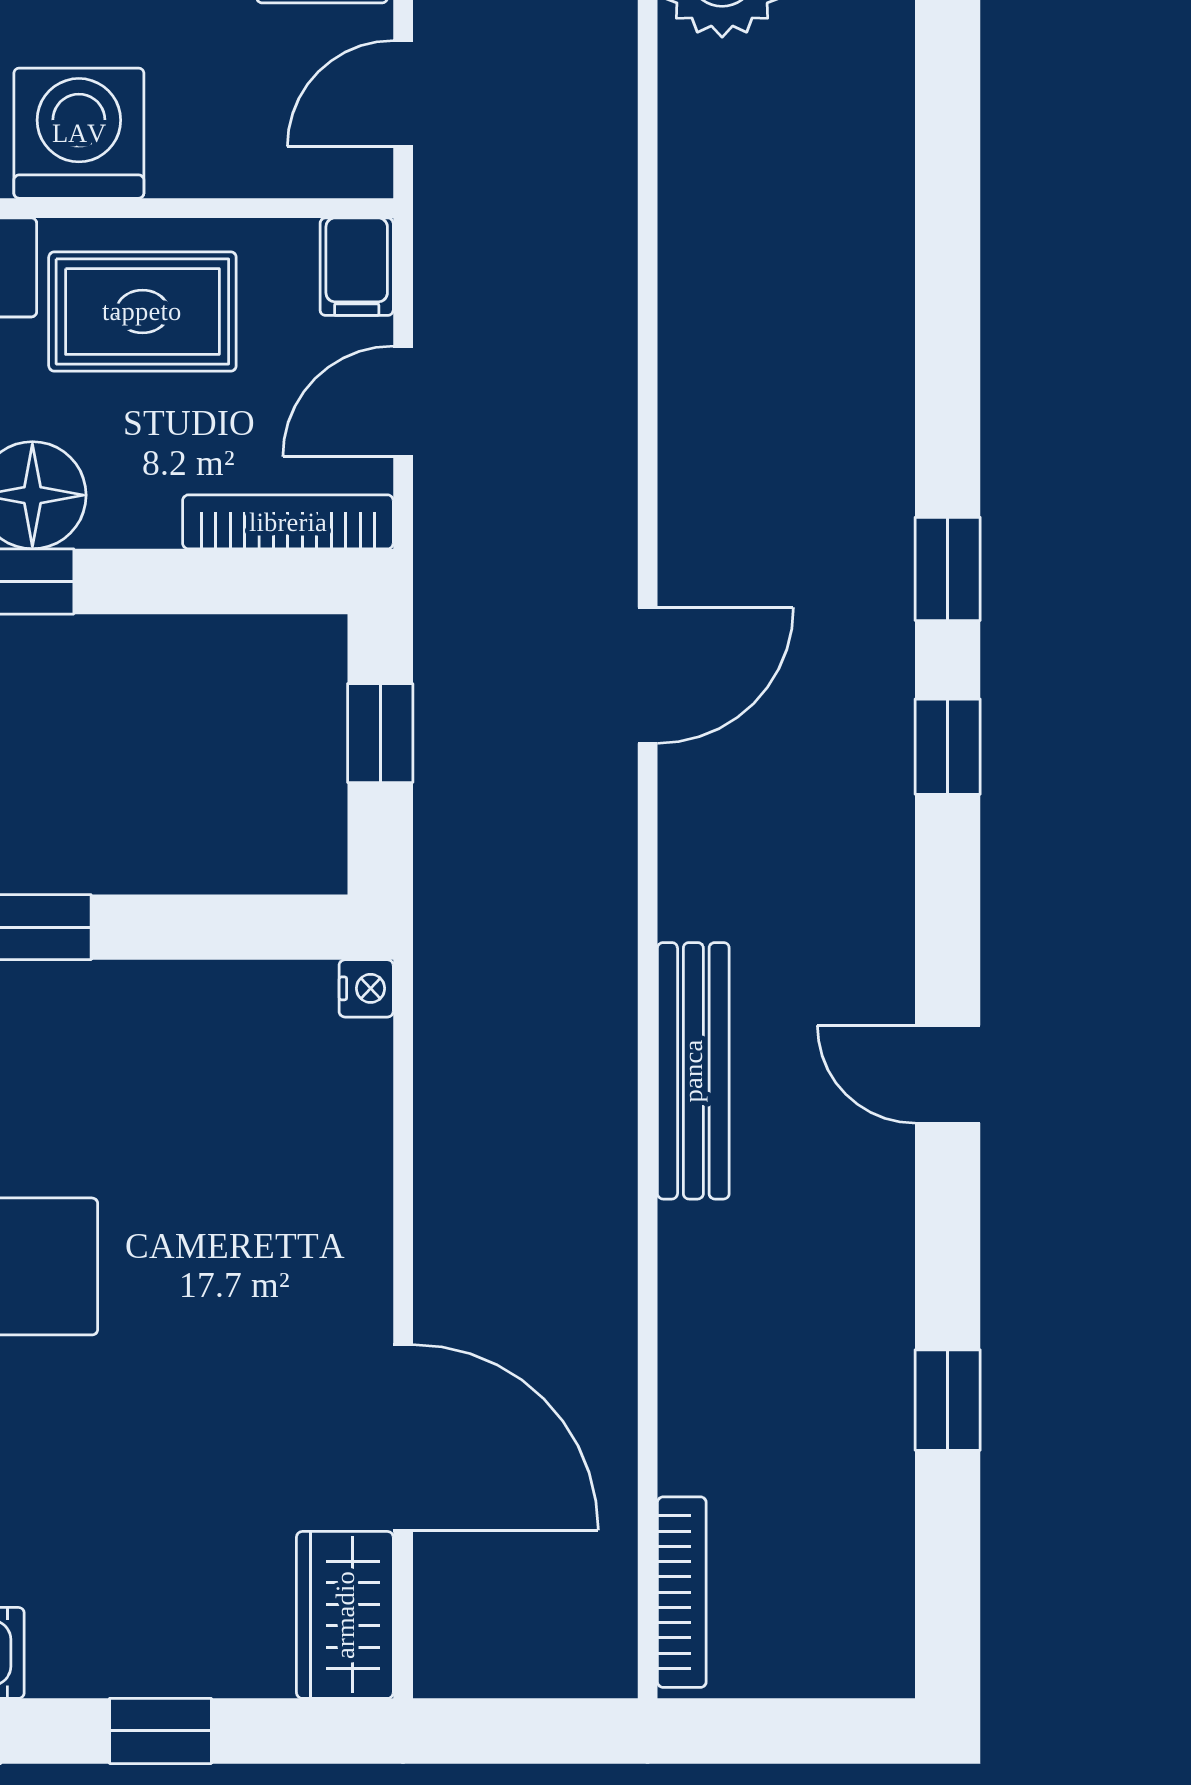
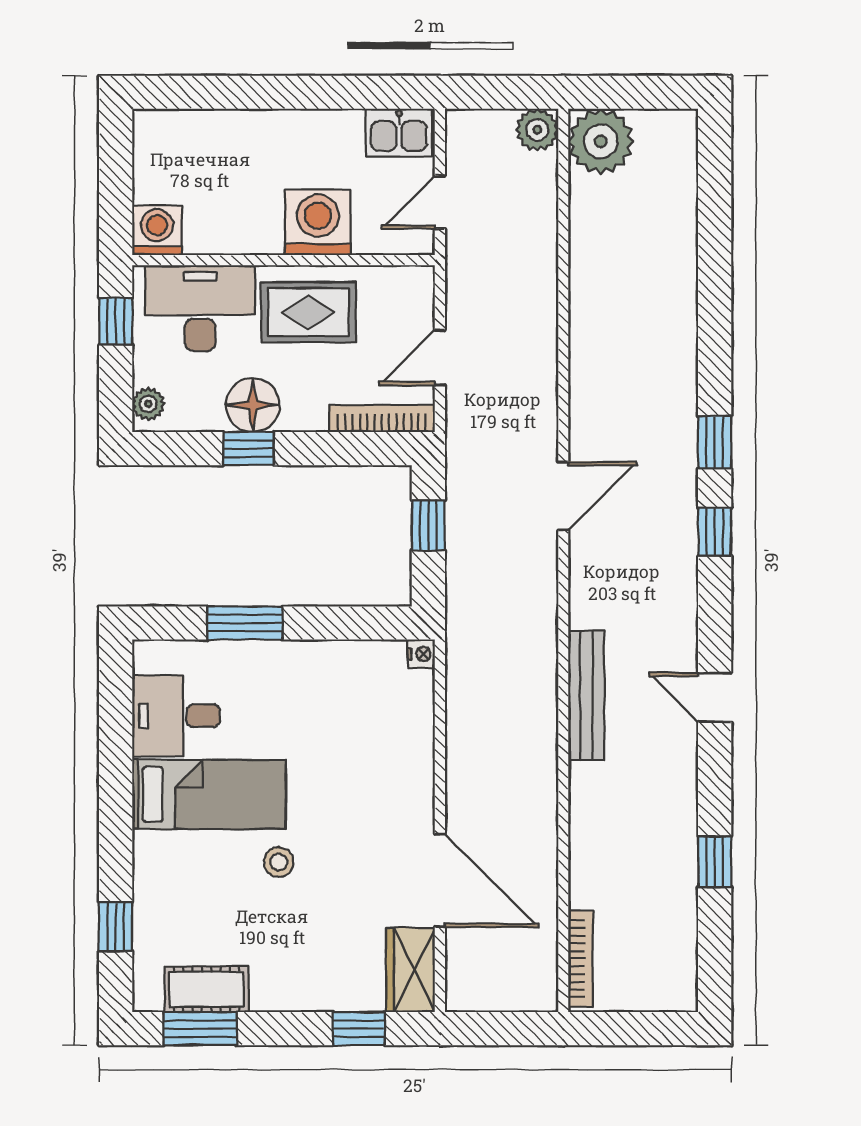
washing machine: (79, 133) -> (318, 222), moved
filing cabinet: (357, 267) -> (416, 290), removed
stool: (84, 1401) -> (279, 862), added
window: (160, 1731) -> (359, 1029), moved

